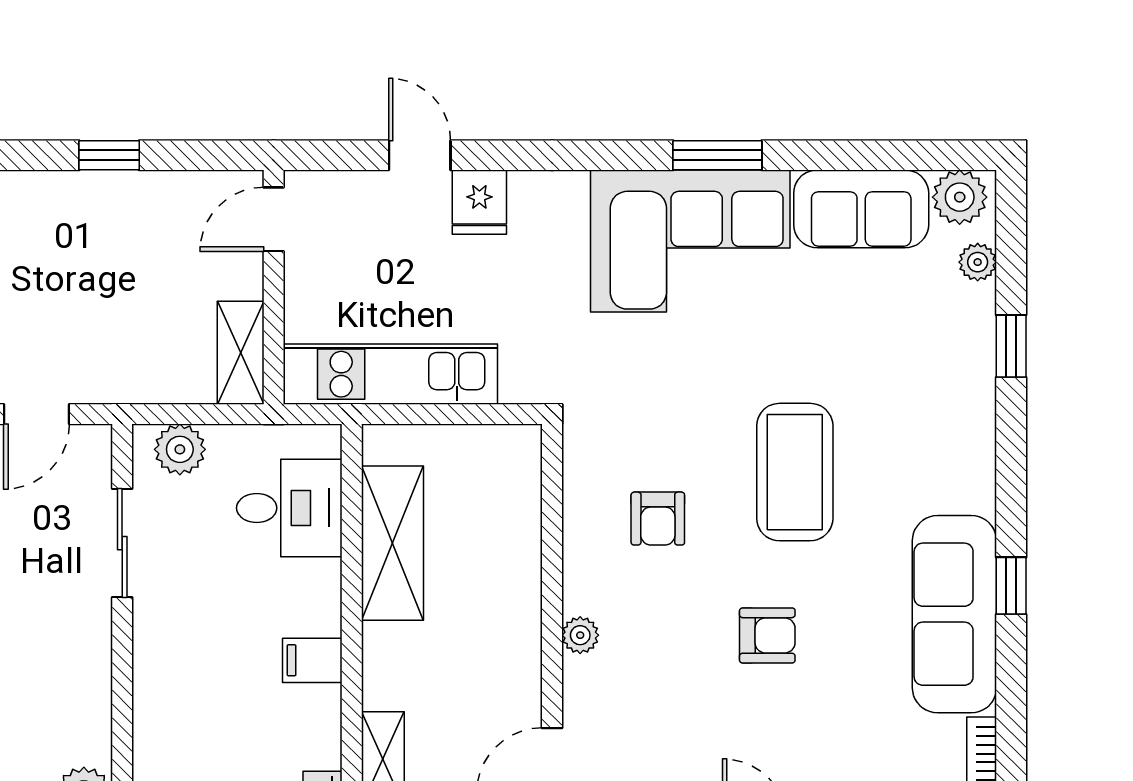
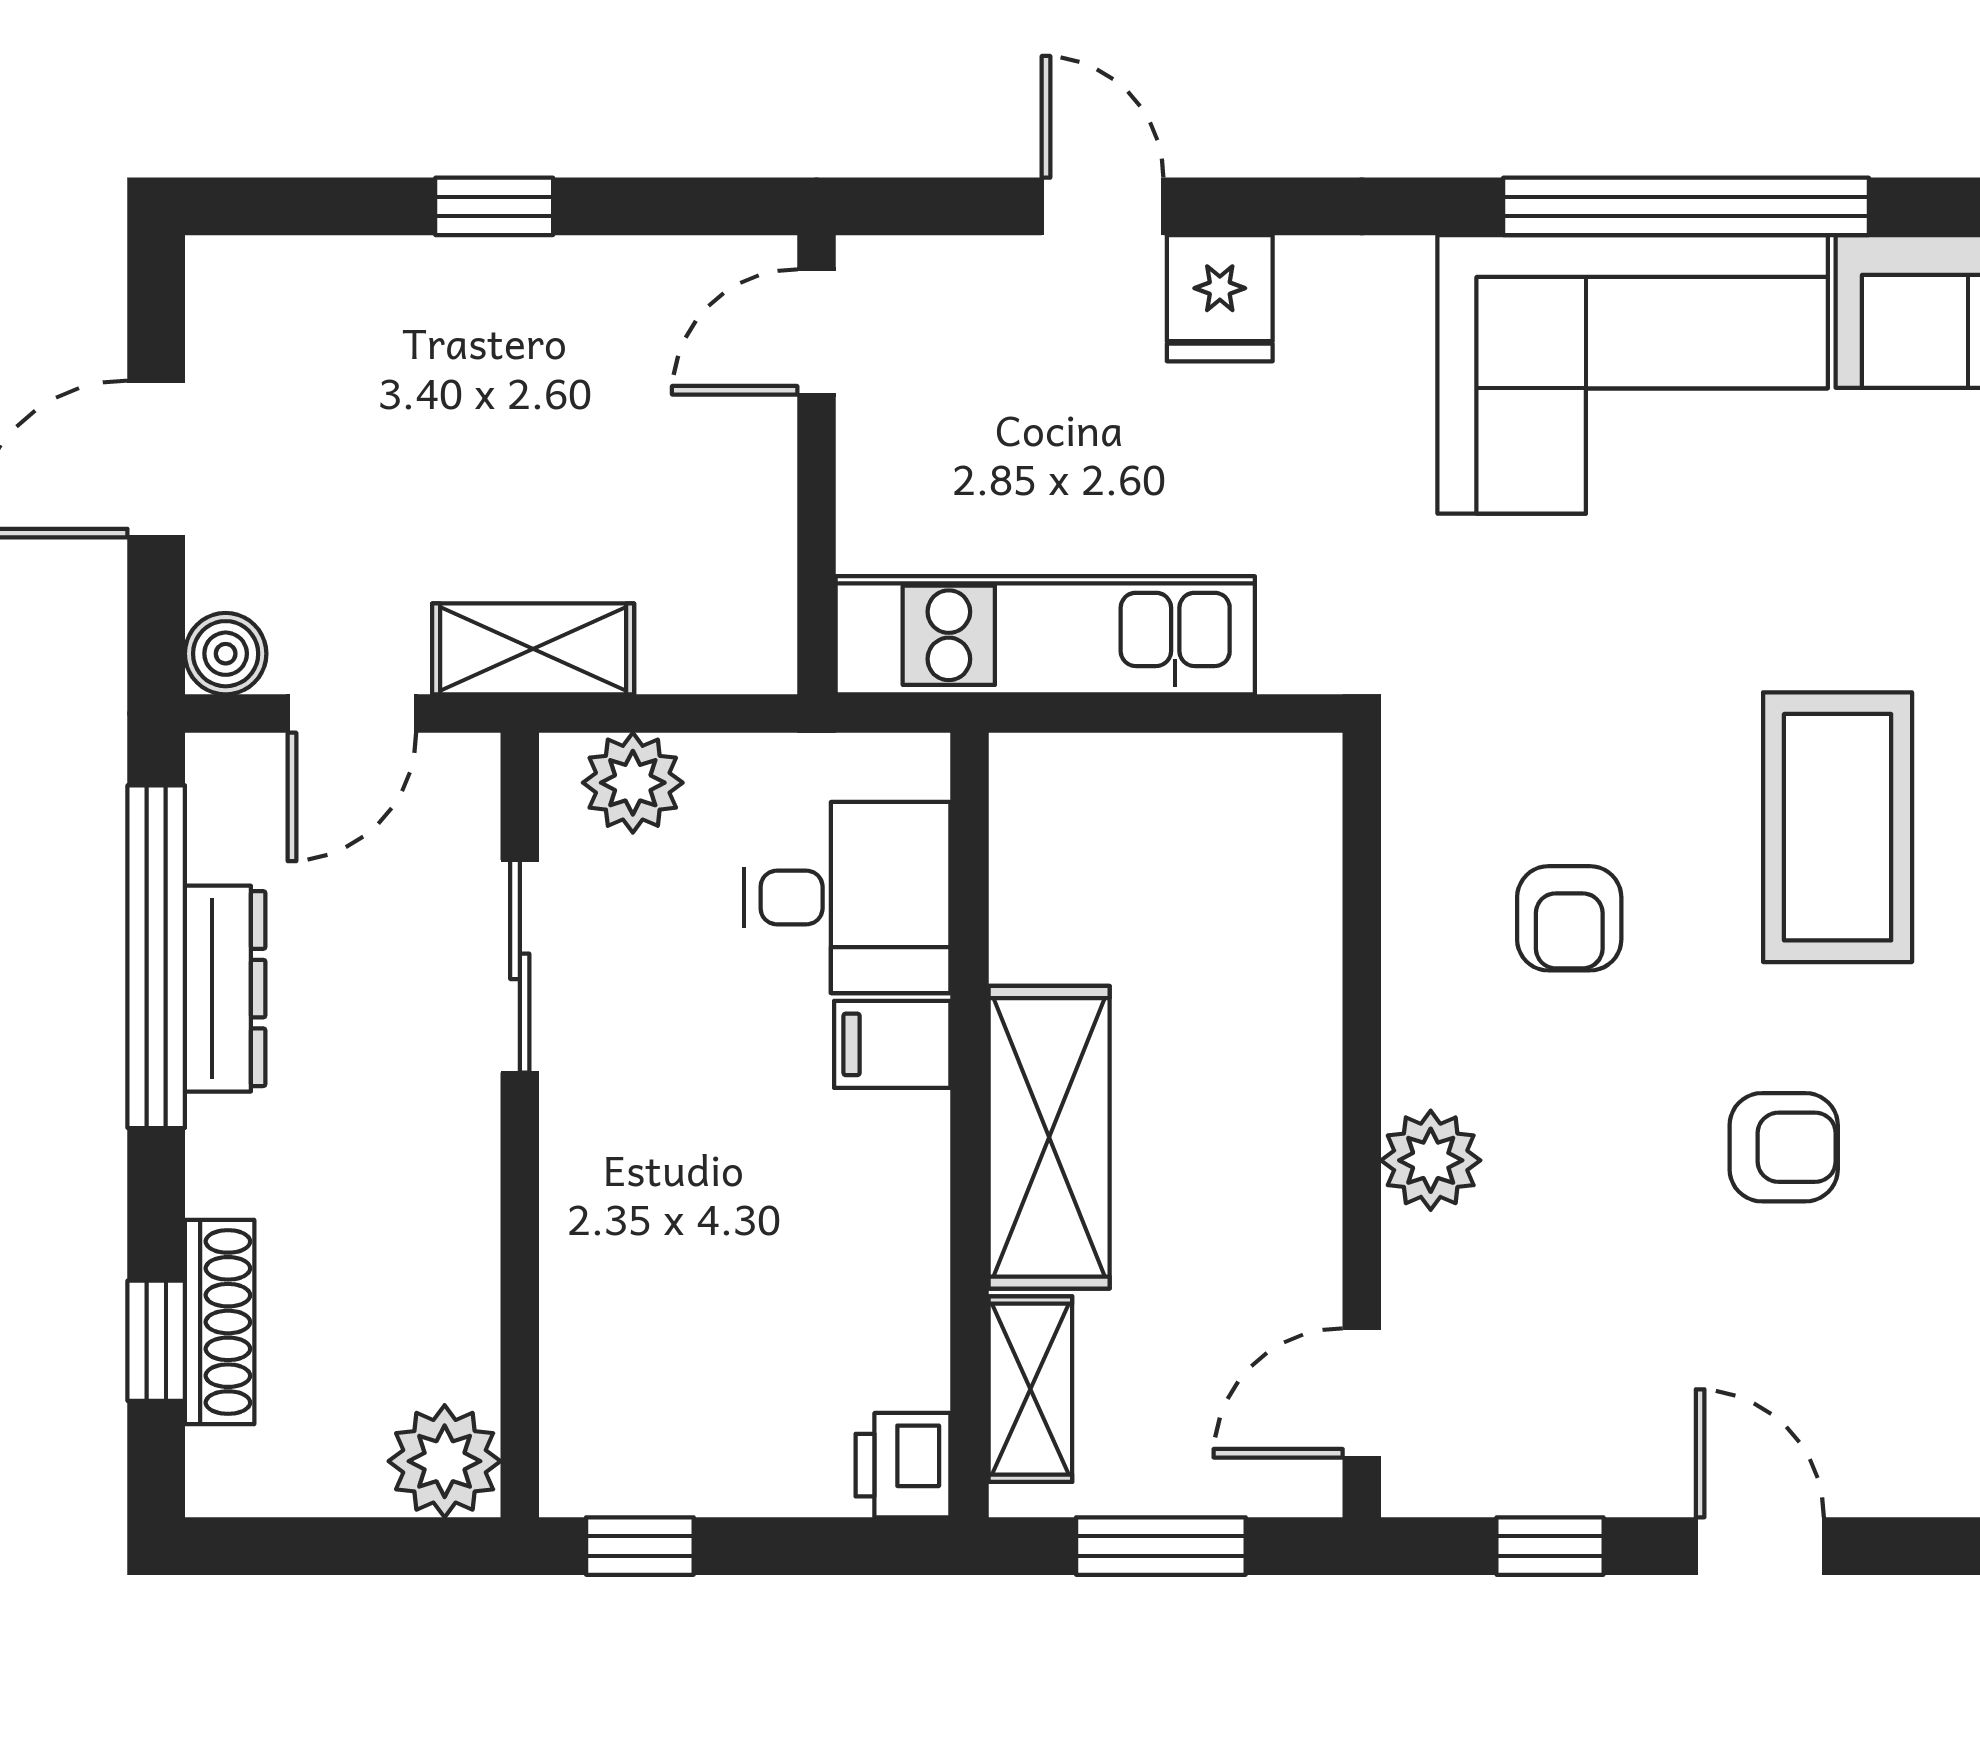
window: (717, 155) -> (1686, 206), width x2.11
shelving: (241, 353) -> (533, 649), moved, turned 90
shelving: (392, 543) -> (1049, 1137), moved
plant: (580, 635) -> (1431, 1160), width x1.38, depth x1.38
filing cabinet: (312, 660) -> (892, 1044), moved

